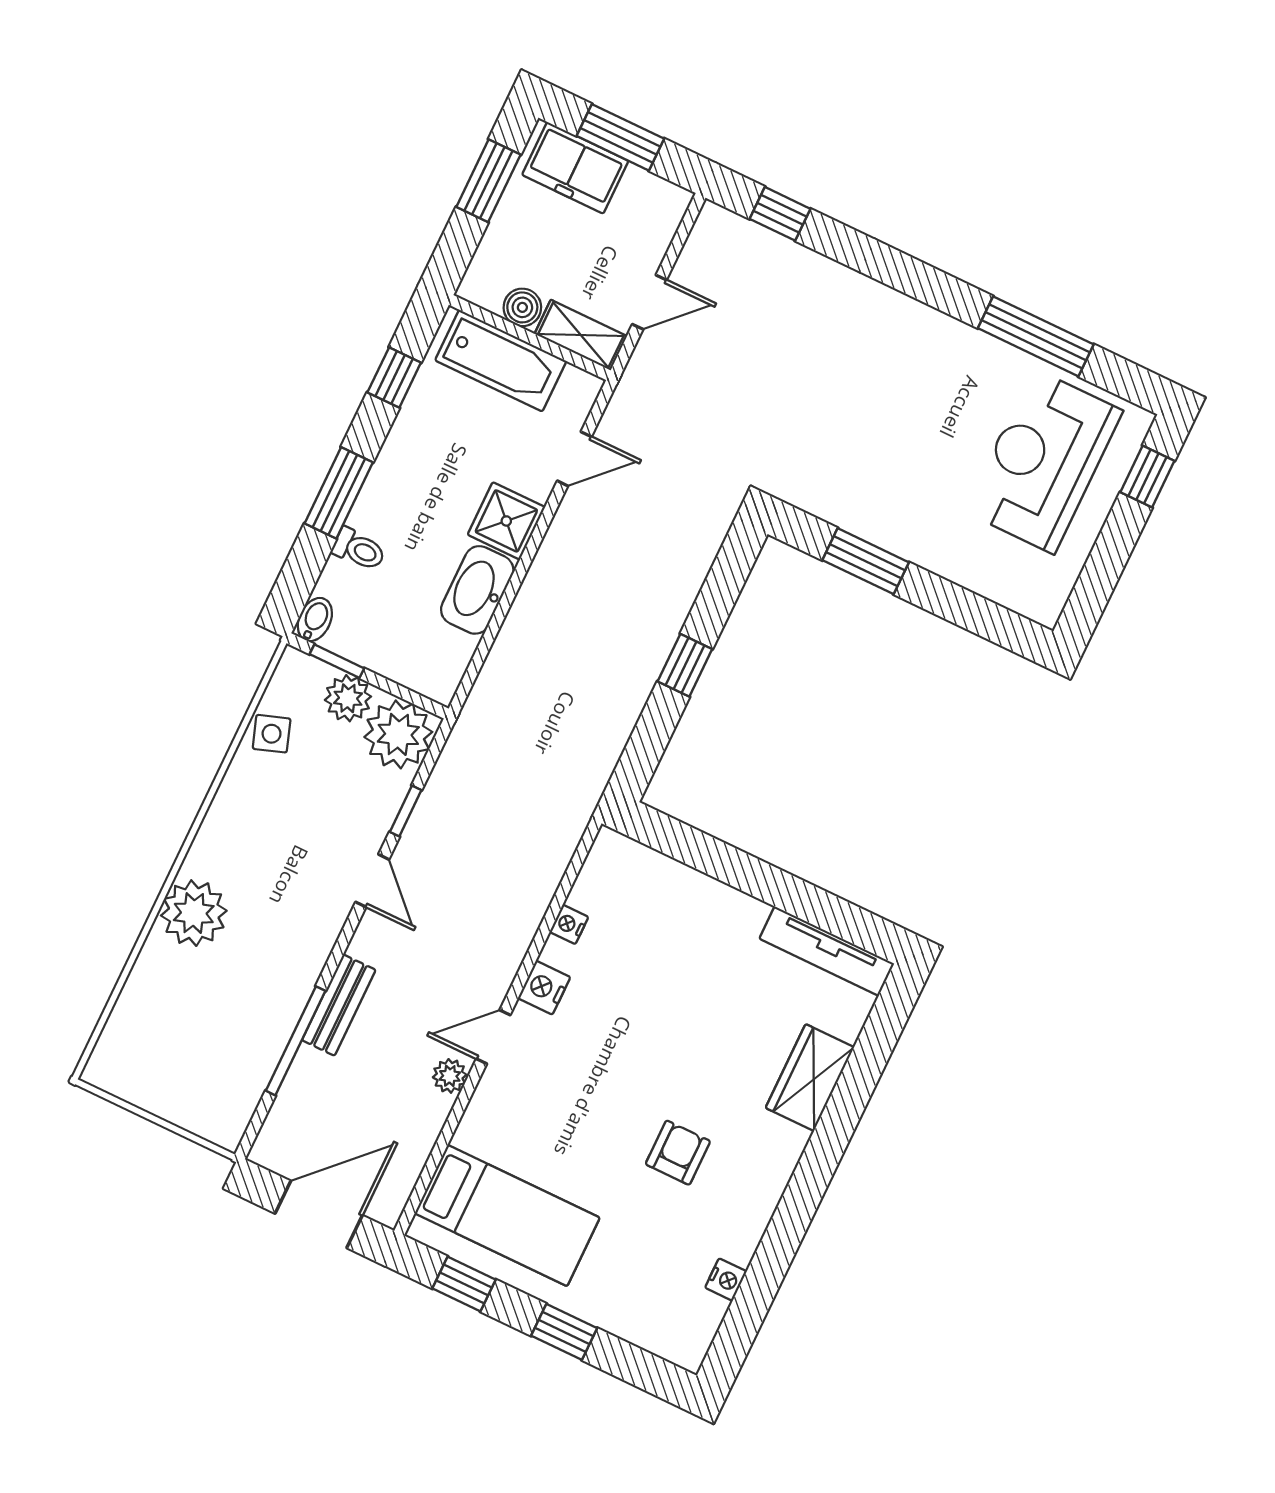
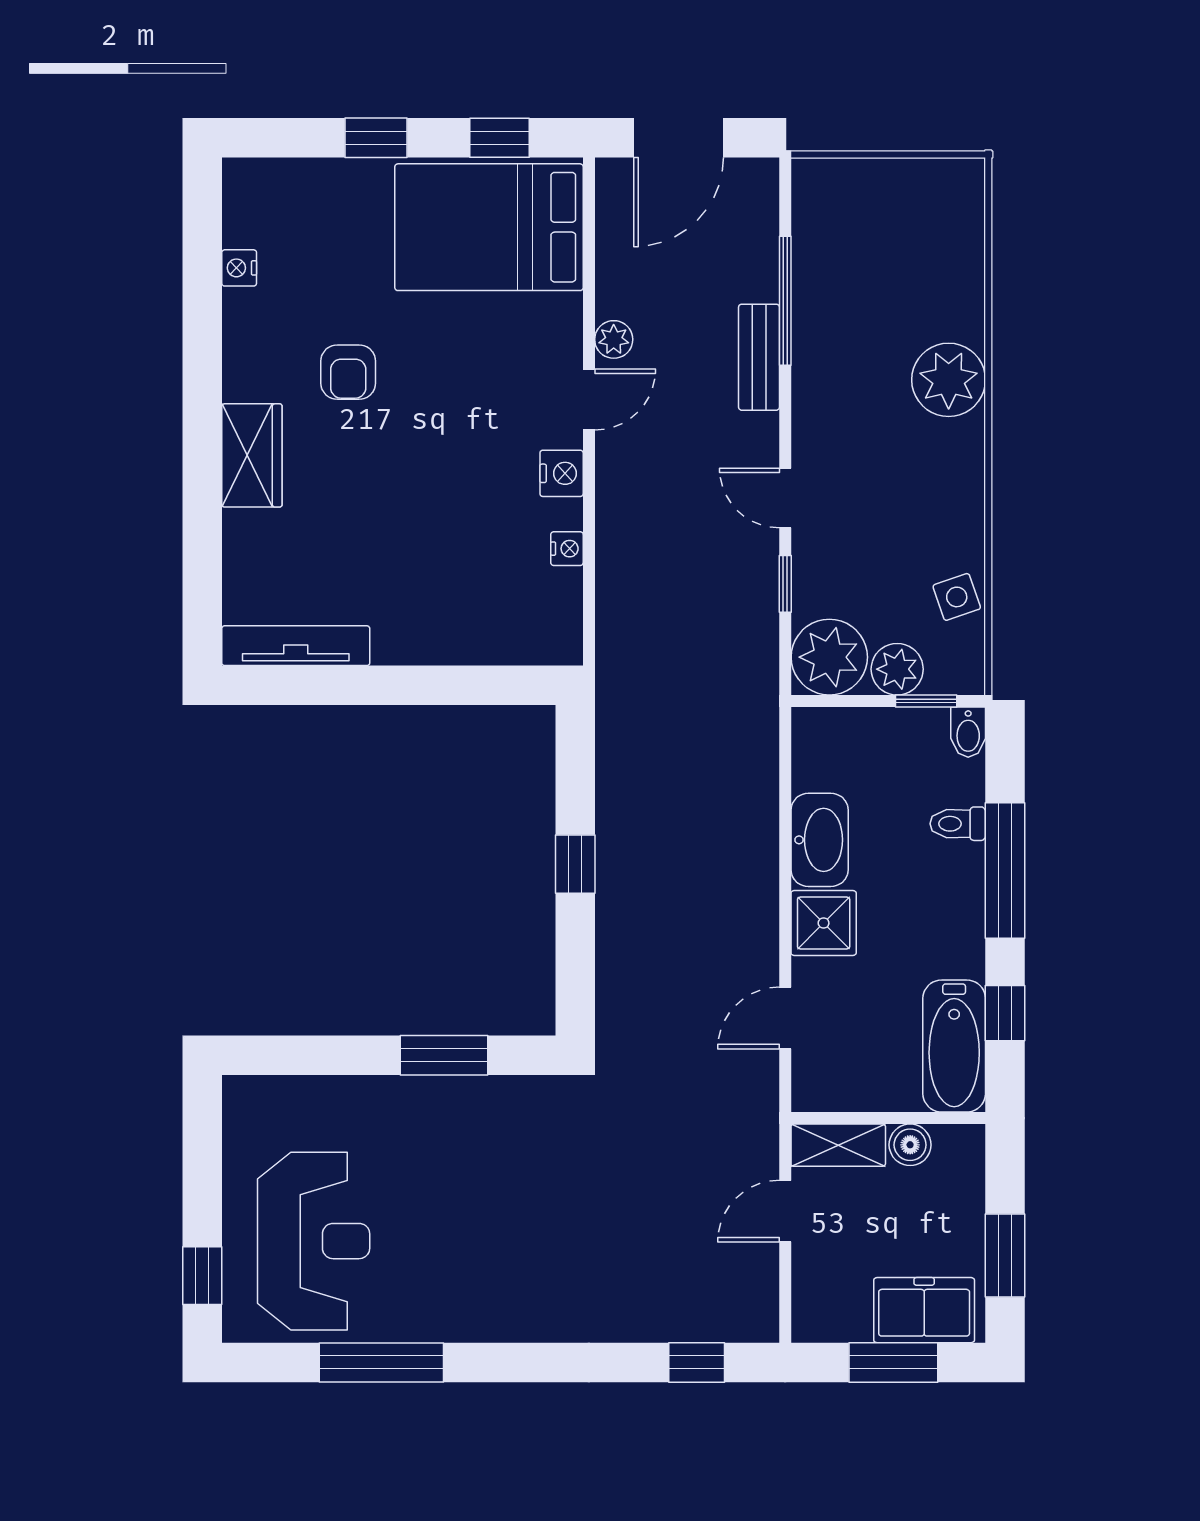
bathtub: (501, 361) -> (954, 1046), moved, turned -90
window: (339, 493) -> (1005, 871), width x1.44
wardrobe: (810, 1078) -> (252, 455), moved
bed: (507, 1215) -> (489, 227), width x1.50

